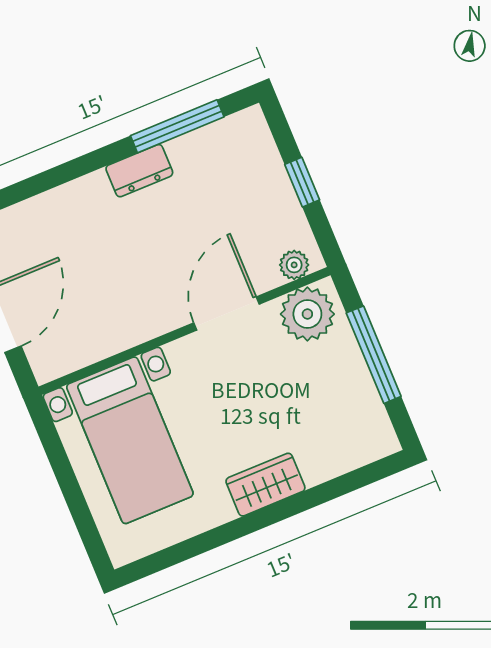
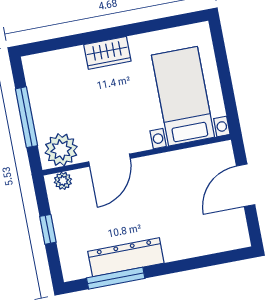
dresser: (139, 171) -> (126, 257), width x1.96, depth x1.24

